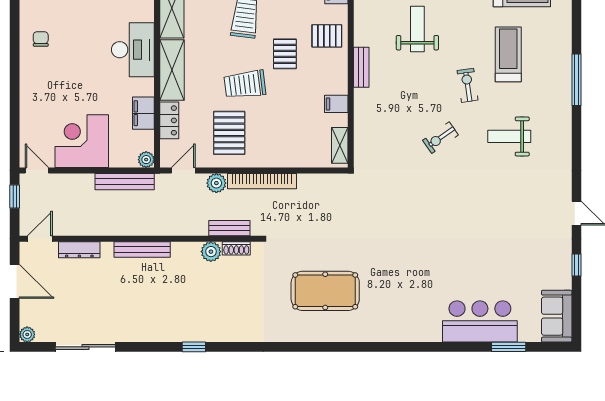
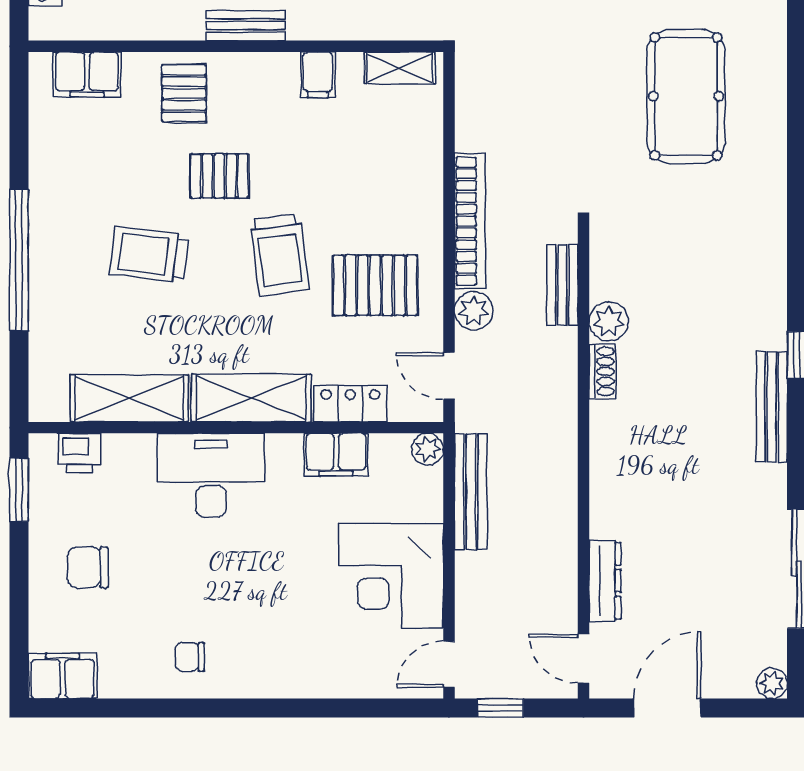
shoe rack: (236, 248) -> (602, 371), moved
bench: (142, 250) -> (772, 407), moved

